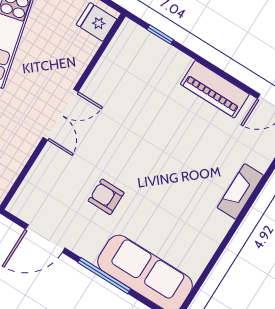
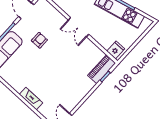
piano: (215, 89) -> (102, 69), moved

